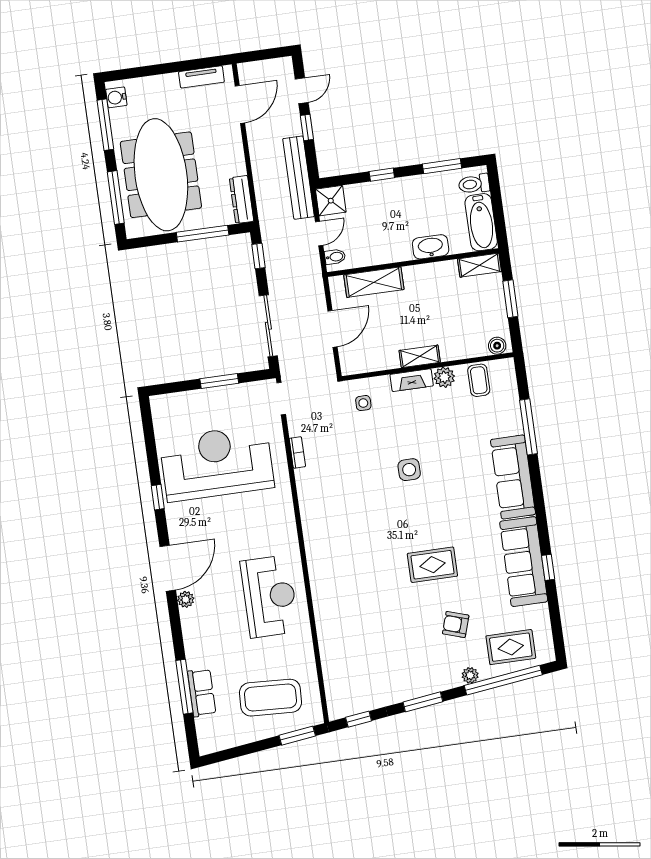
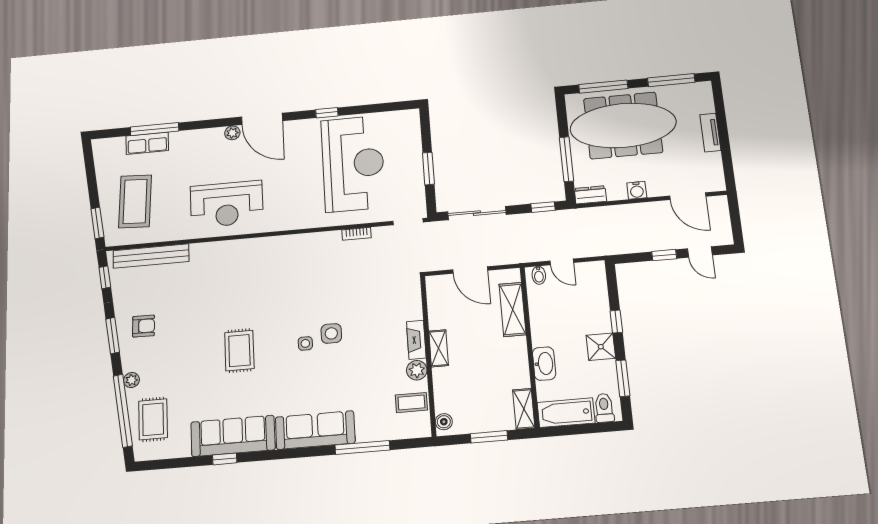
tv unit: (201, 77) -> (710, 132), moved
water cooler: (116, 97) -> (637, 190), moved, turned 180
bench: (299, 178) -> (151, 256), moved
dresser: (242, 200) -> (590, 195), width x0.70
shower: (331, 201) -> (601, 347), moved
side table: (363, 403) -> (305, 343), moved
armchair: (456, 624) -> (144, 326), moved, turned 73

